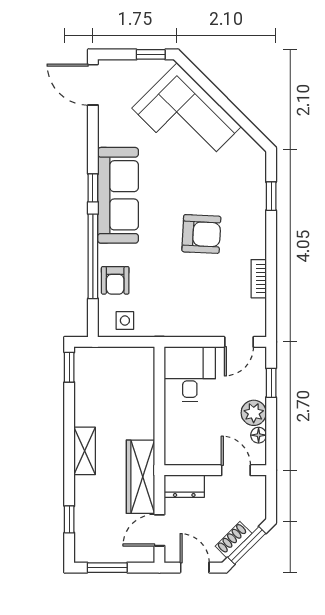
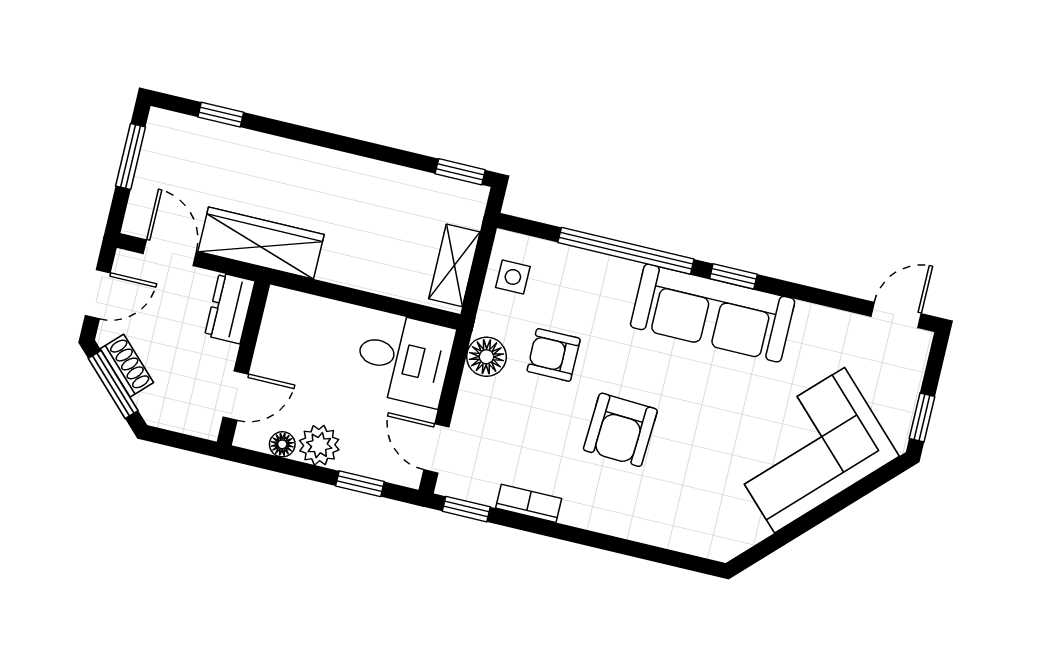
door: (93, 85) -> (896, 315), width x0.73
window: (271, 196) -> (466, 509), moved
armchair: (115, 280) -> (554, 355), moved
floor lamp: (177, 325) -> (486, 357), added
shelving: (85, 451) -> (454, 265), moved, turned 90

